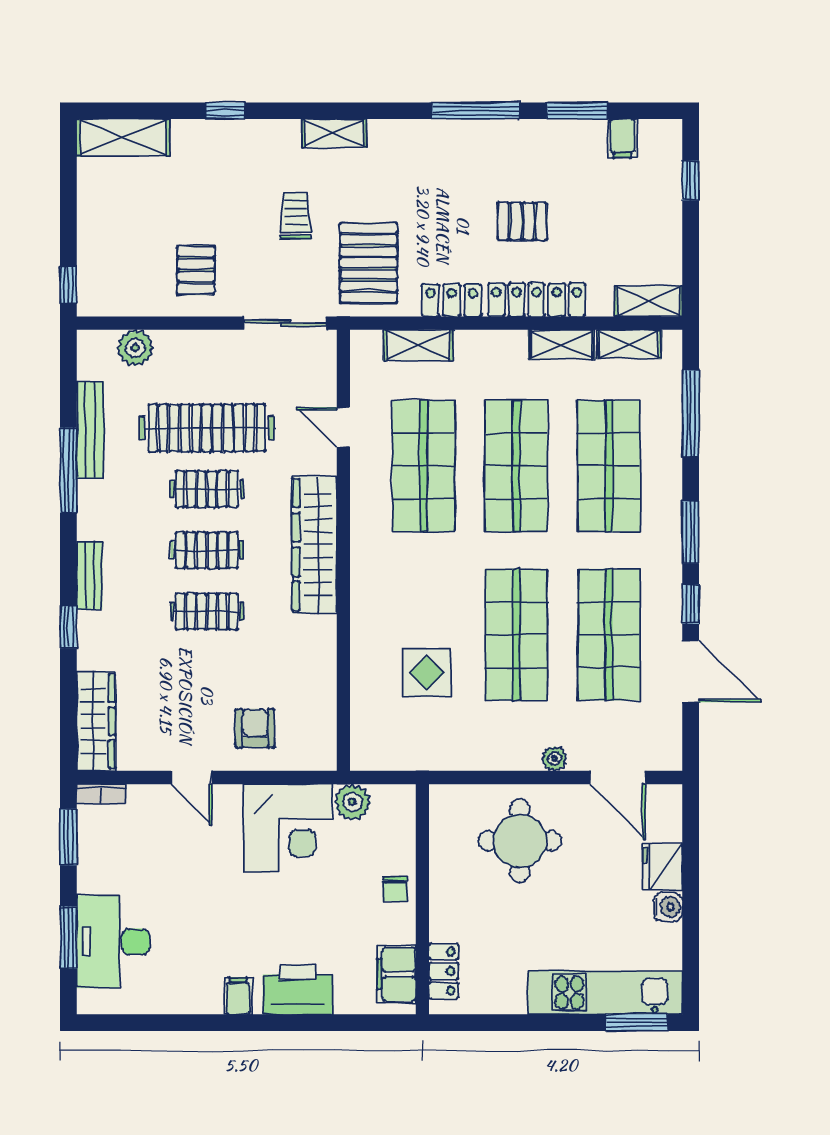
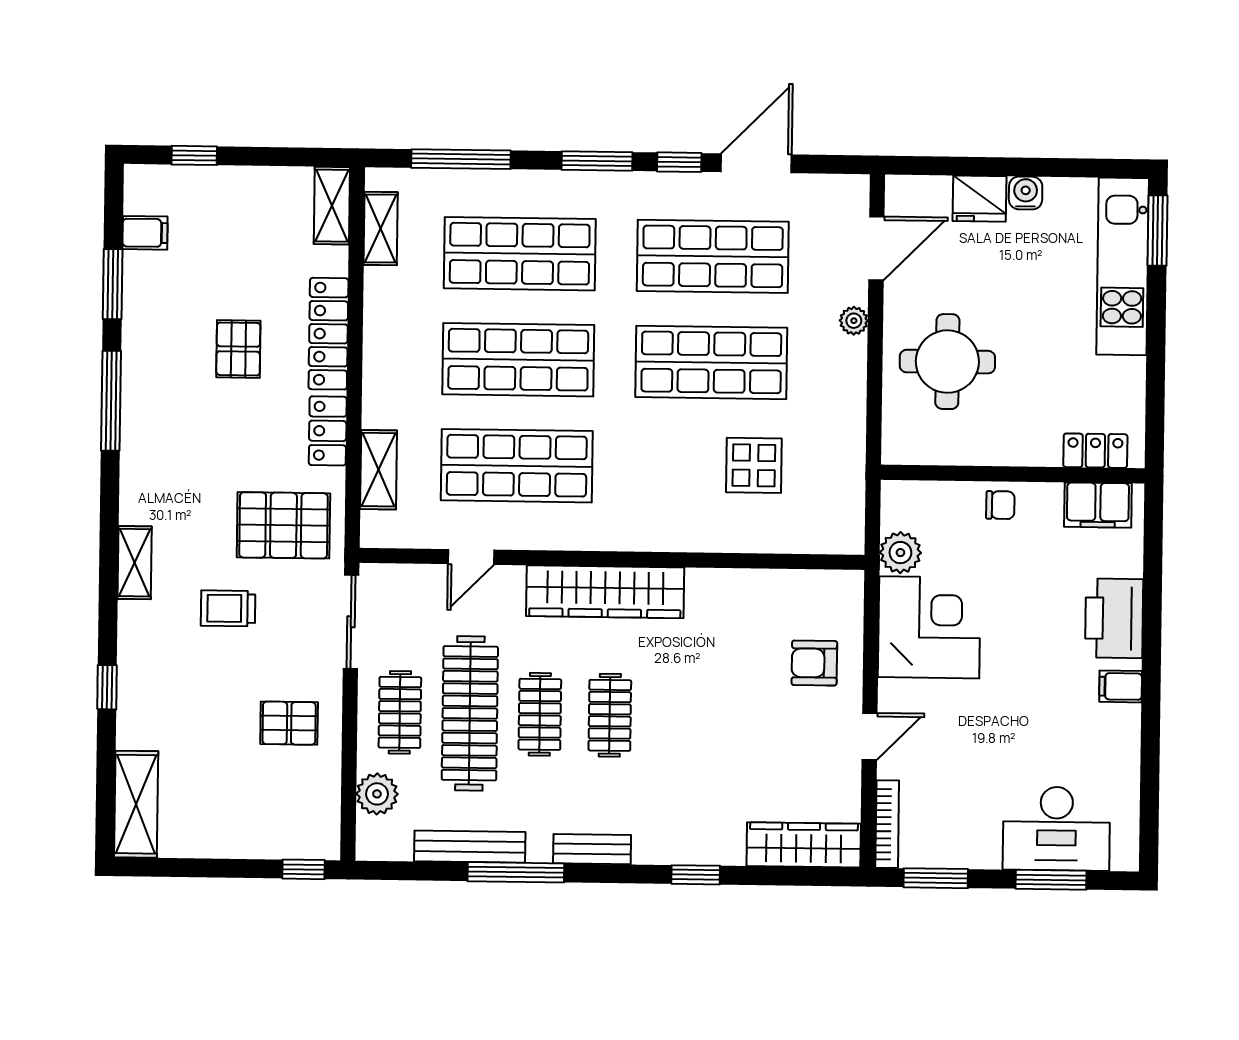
shelving: (562, 344) -> (380, 306), removed
bench: (90, 576) -> (592, 849), moved
clothes rail: (207, 611) -> (400, 712), moved
bookcase: (101, 794) -> (887, 824), width x1.56

